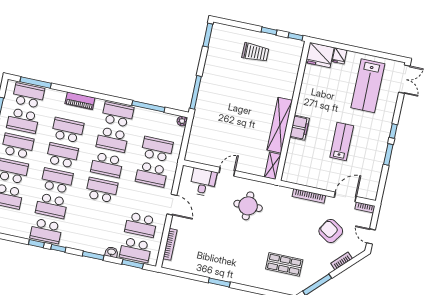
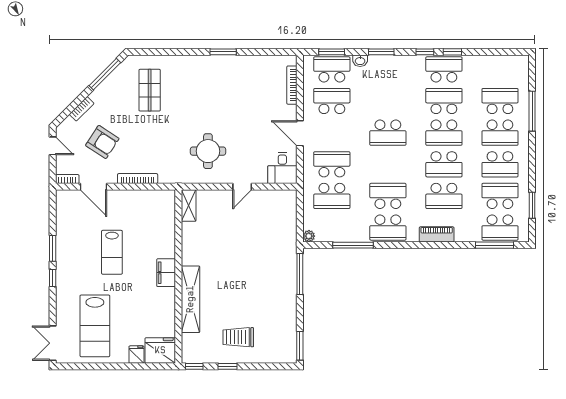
lab bench: (368, 86) -> (95, 326), turned 180
shelving: (280, 125) -> (191, 299), moved
filing cabinet: (299, 128) -> (166, 273), moved
school desk: (107, 165) -> (388, 164), removed
desk: (203, 182) -> (282, 168), moved
door: (345, 197) -> (93, 187), hinge flipped
shop shelf: (284, 264) -> (150, 90), turned 90

